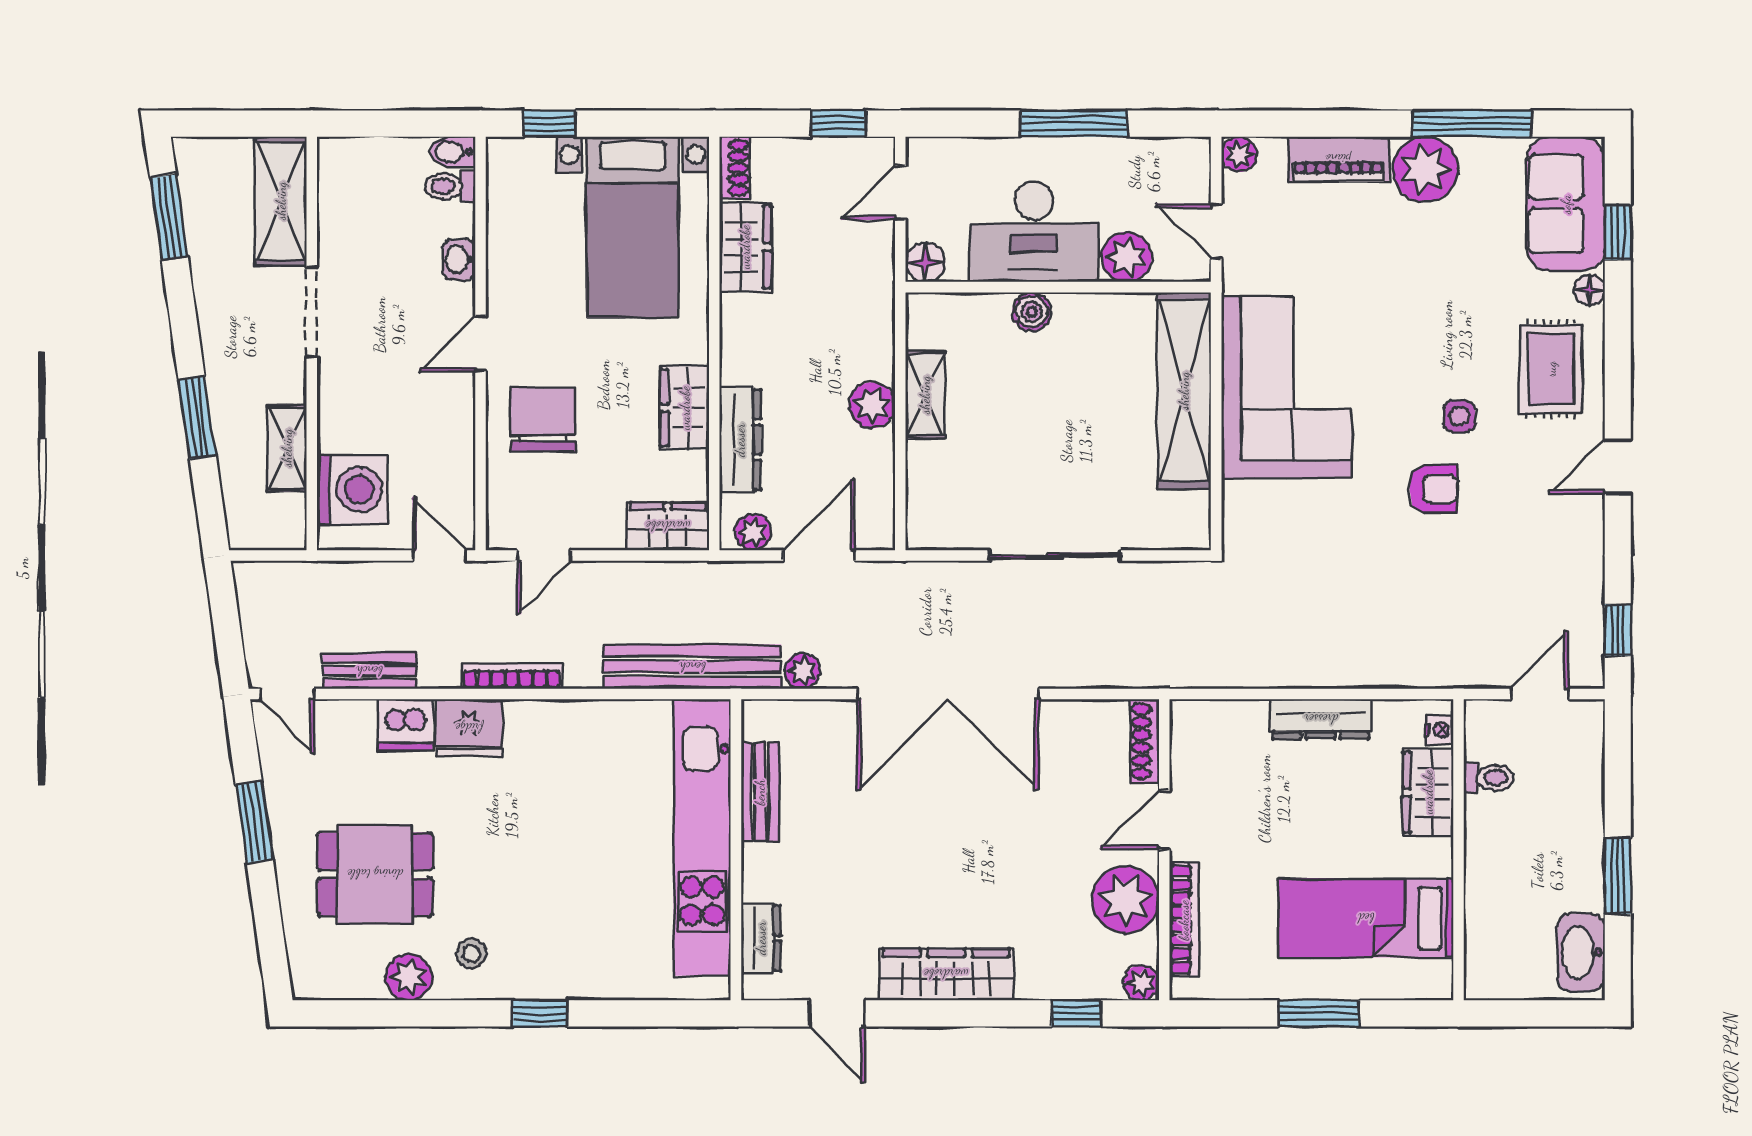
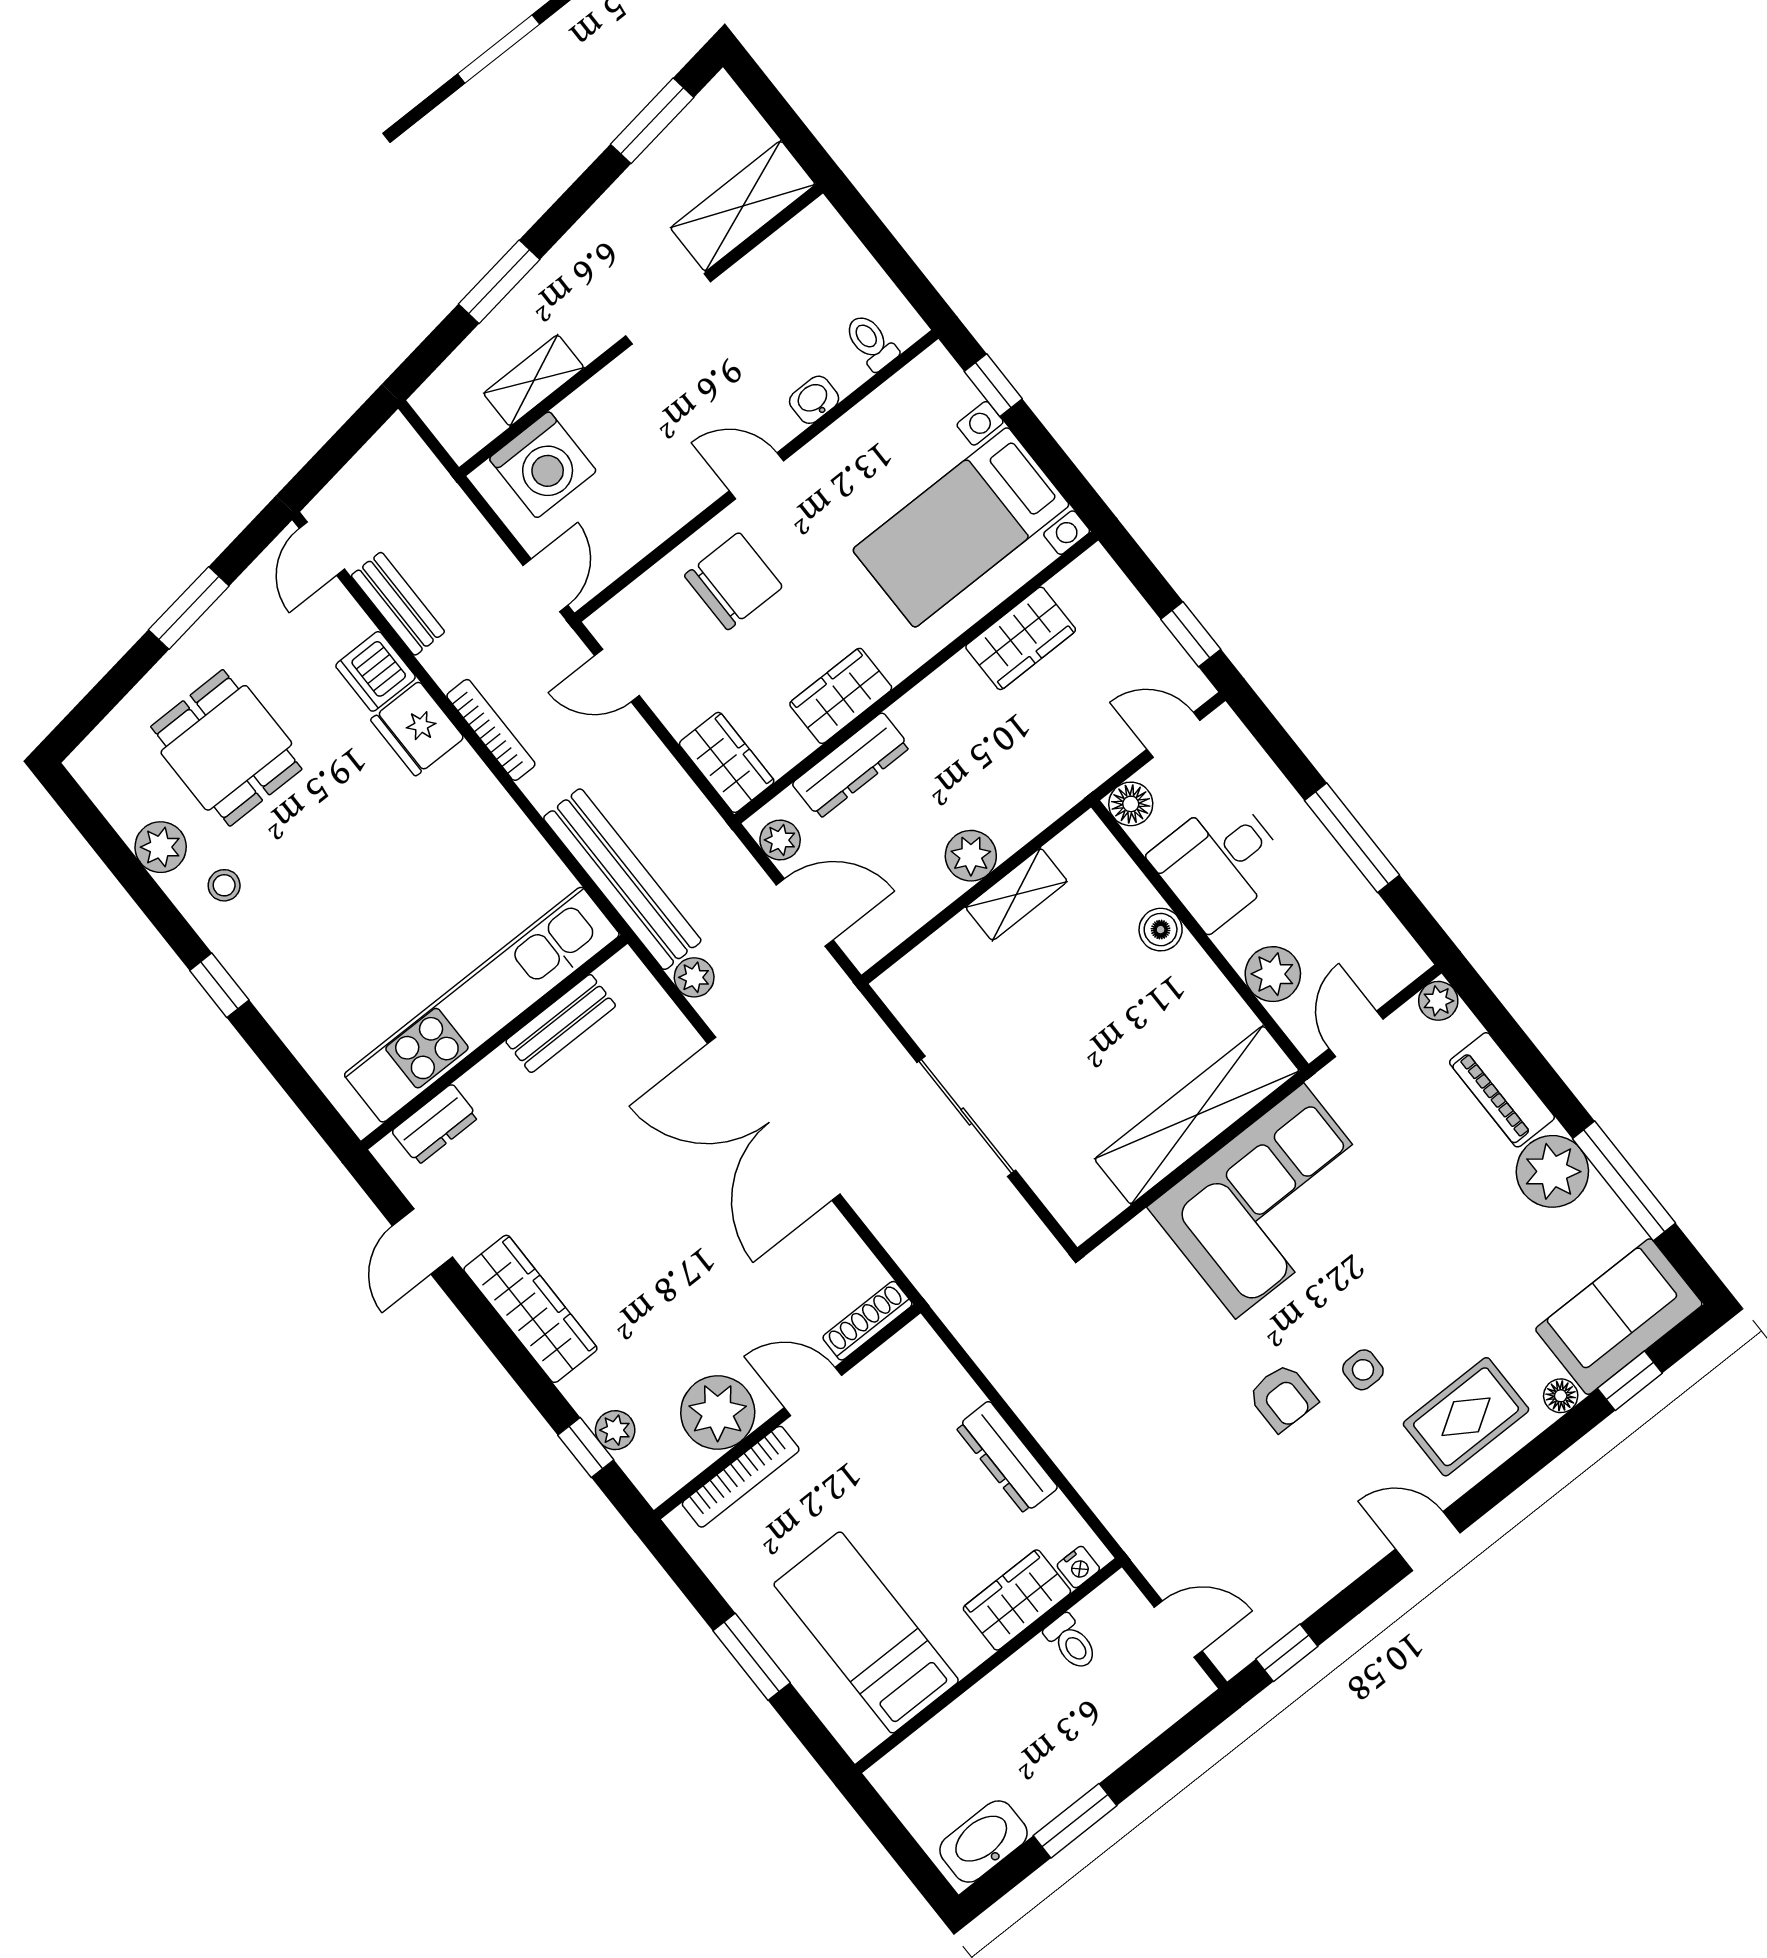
bidet: (453, 152) -> (903, 321), removed
shoe rack: (735, 168) -> (1082, 575), removed
desk: (1034, 232) -> (1219, 862), width x0.73
plant: (1141, 983) -> (615, 1430), moved

